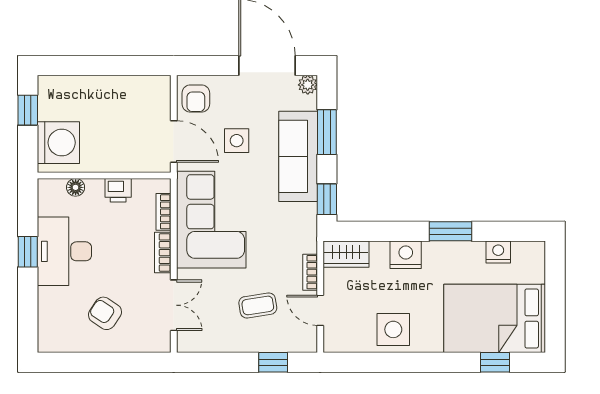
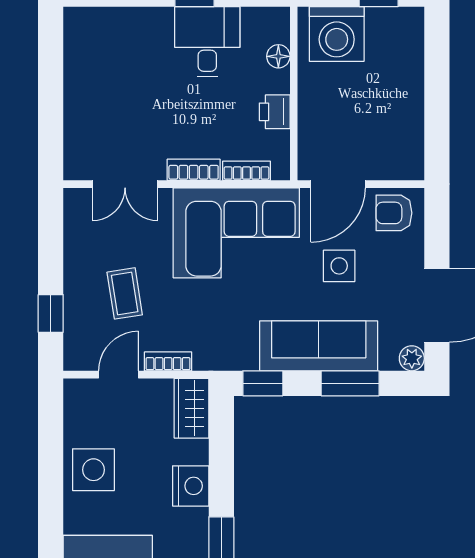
desk: (64, 251) -> (207, 42), width x0.73
armchair: (105, 313) -> (114, 95), removed

